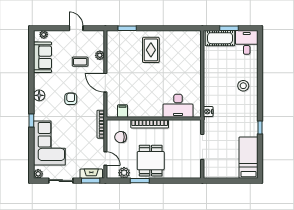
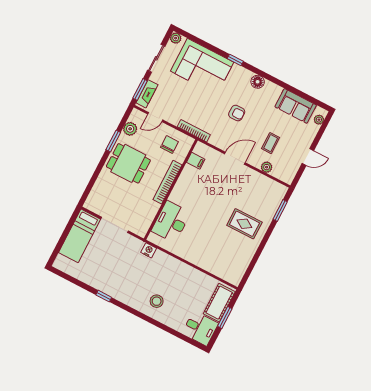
bed: (248, 158) -> (80, 236), moved, turned 90

